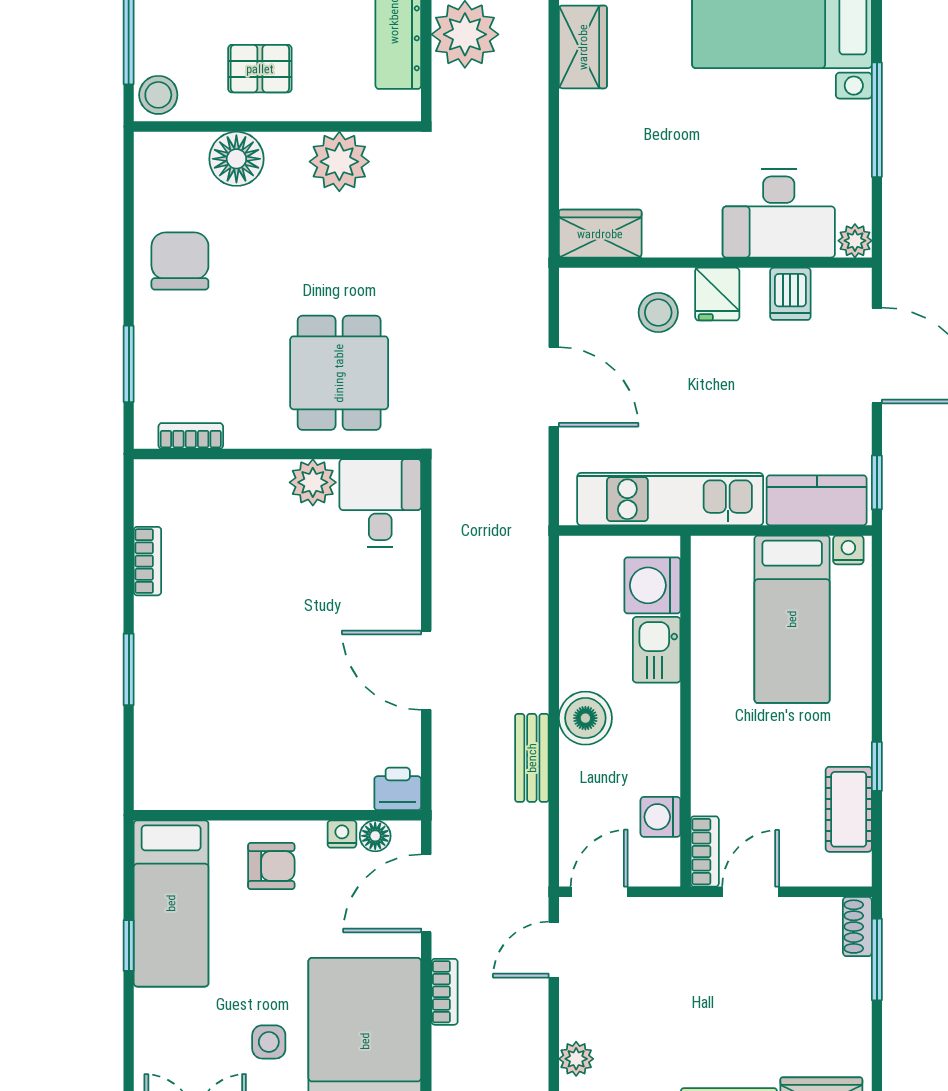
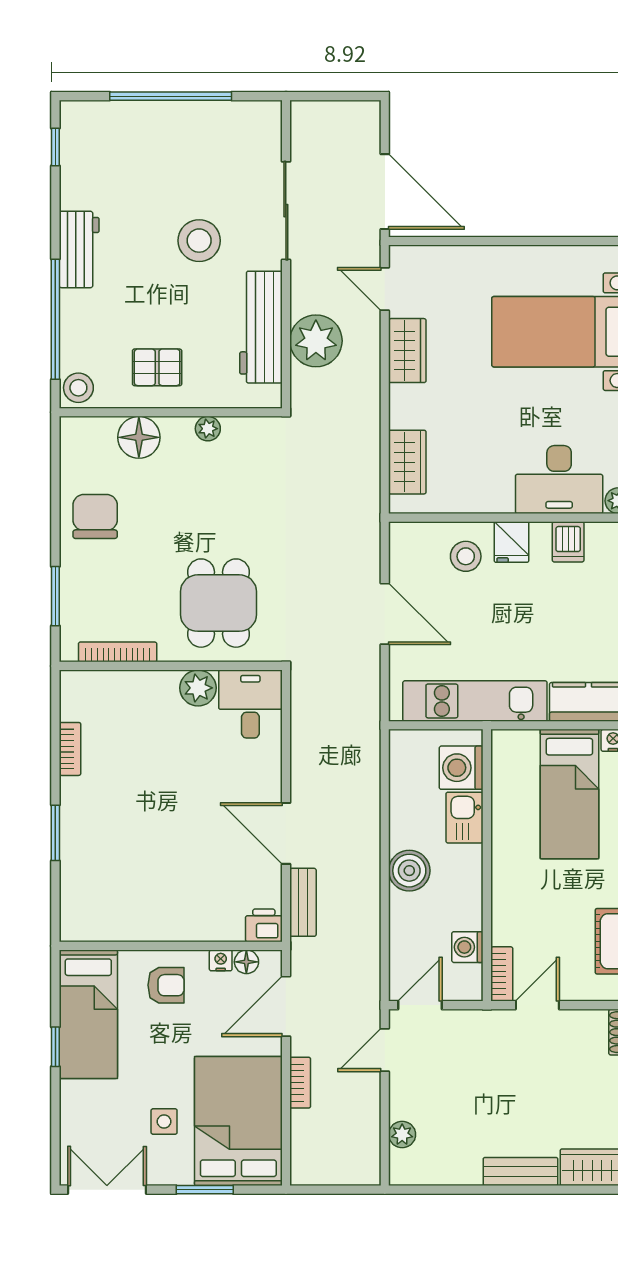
plant: (339, 162) -> (208, 429), width x0.53, depth x0.53
wardrobe: (600, 234) -> (407, 462), moved, turned 90
bookcase: (191, 436) -> (118, 652), width x1.56
bench: (532, 758) -> (303, 902), moved

